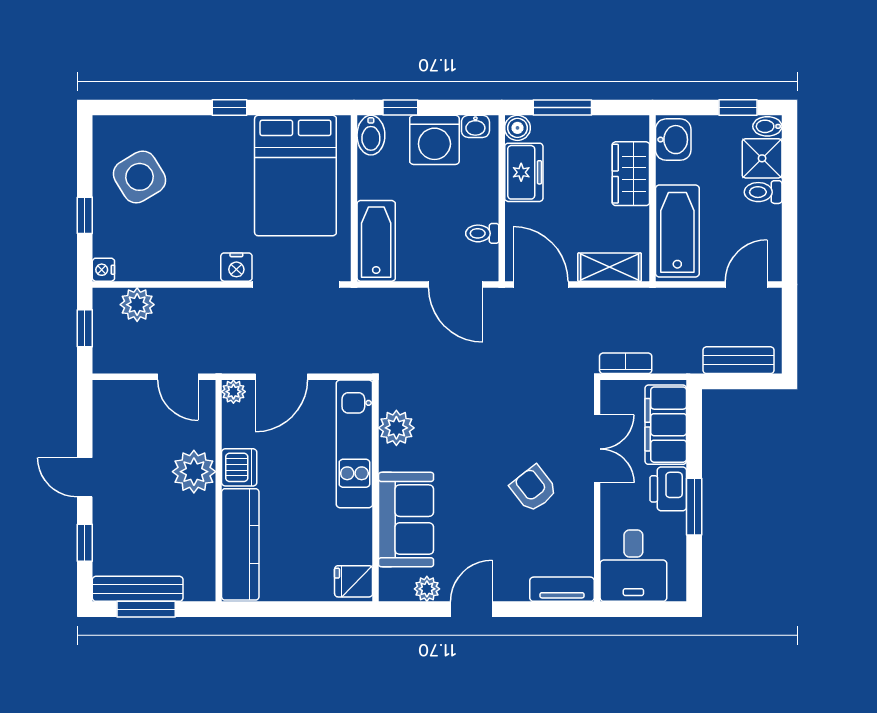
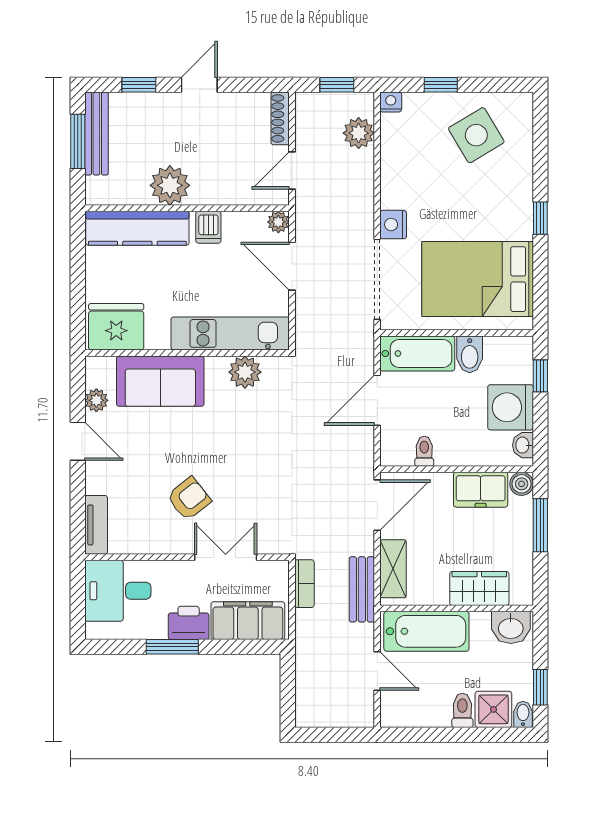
bidet: (371, 135) -> (470, 354), moved, turned -90
door: (456, 284) -> (377, 400), moved
door: (746, 284) -> (377, 671), moved
bench: (739, 360) -> (362, 589), moved
shoe rack: (121, 390) -> (280, 118), added
double door: (597, 449) -> (226, 557), swing flipped
dishwasher: (239, 467) -> (208, 227), width x0.73
plant: (194, 472) -> (170, 185), moved
fridge: (354, 581) -> (116, 327), width x1.88, depth x1.34

